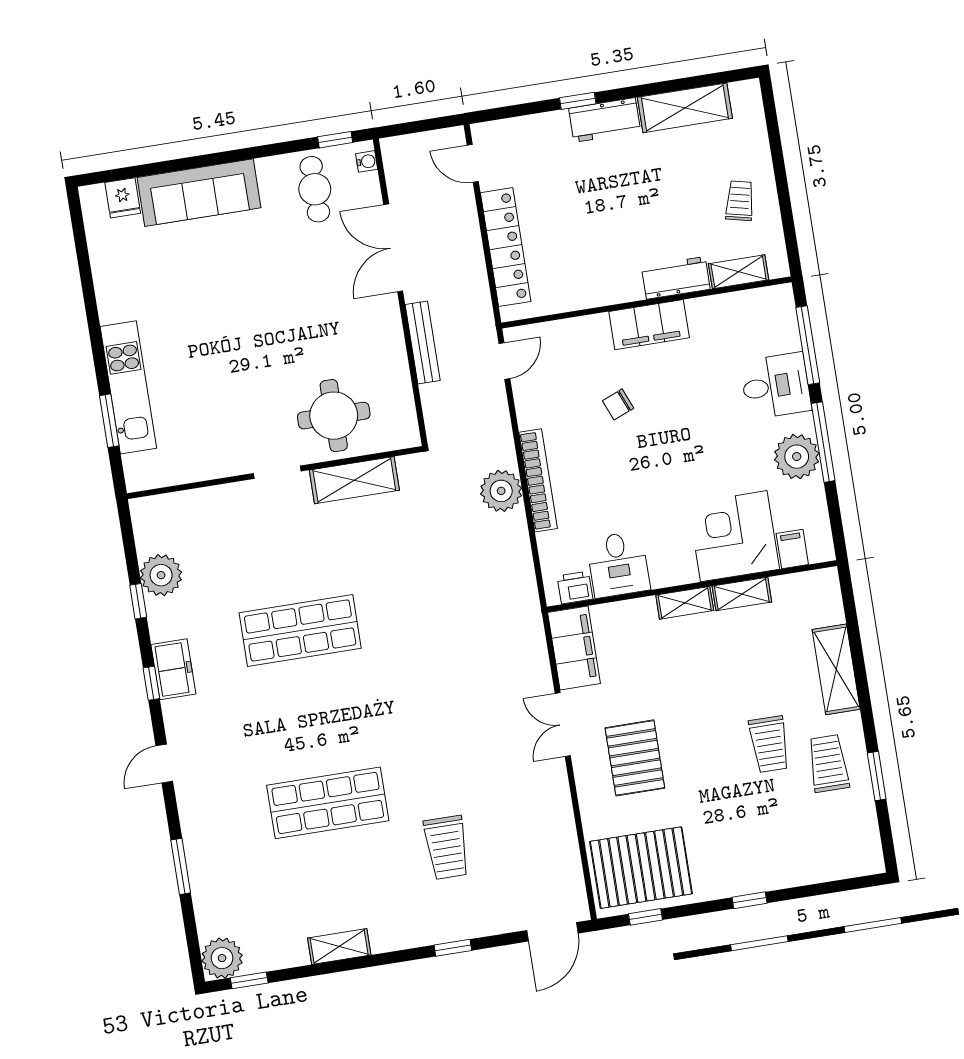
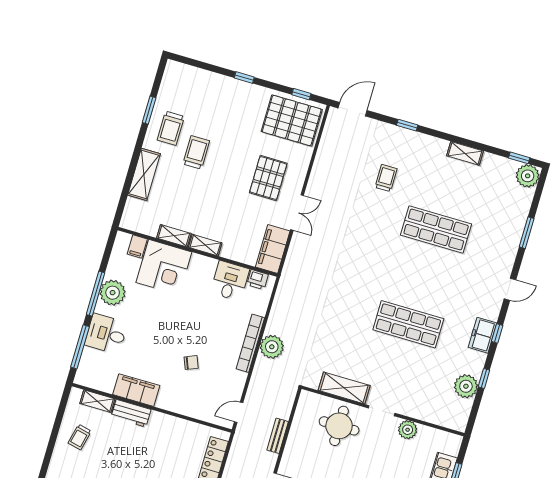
filing cabinet: (649, 325) -> (136, 390), moved
bench: (423, 342) -> (278, 436), width x0.73
plant: (221, 461) -> (408, 430), added
trolley: (447, 847) -> (386, 178), width x0.73, depth x0.72

